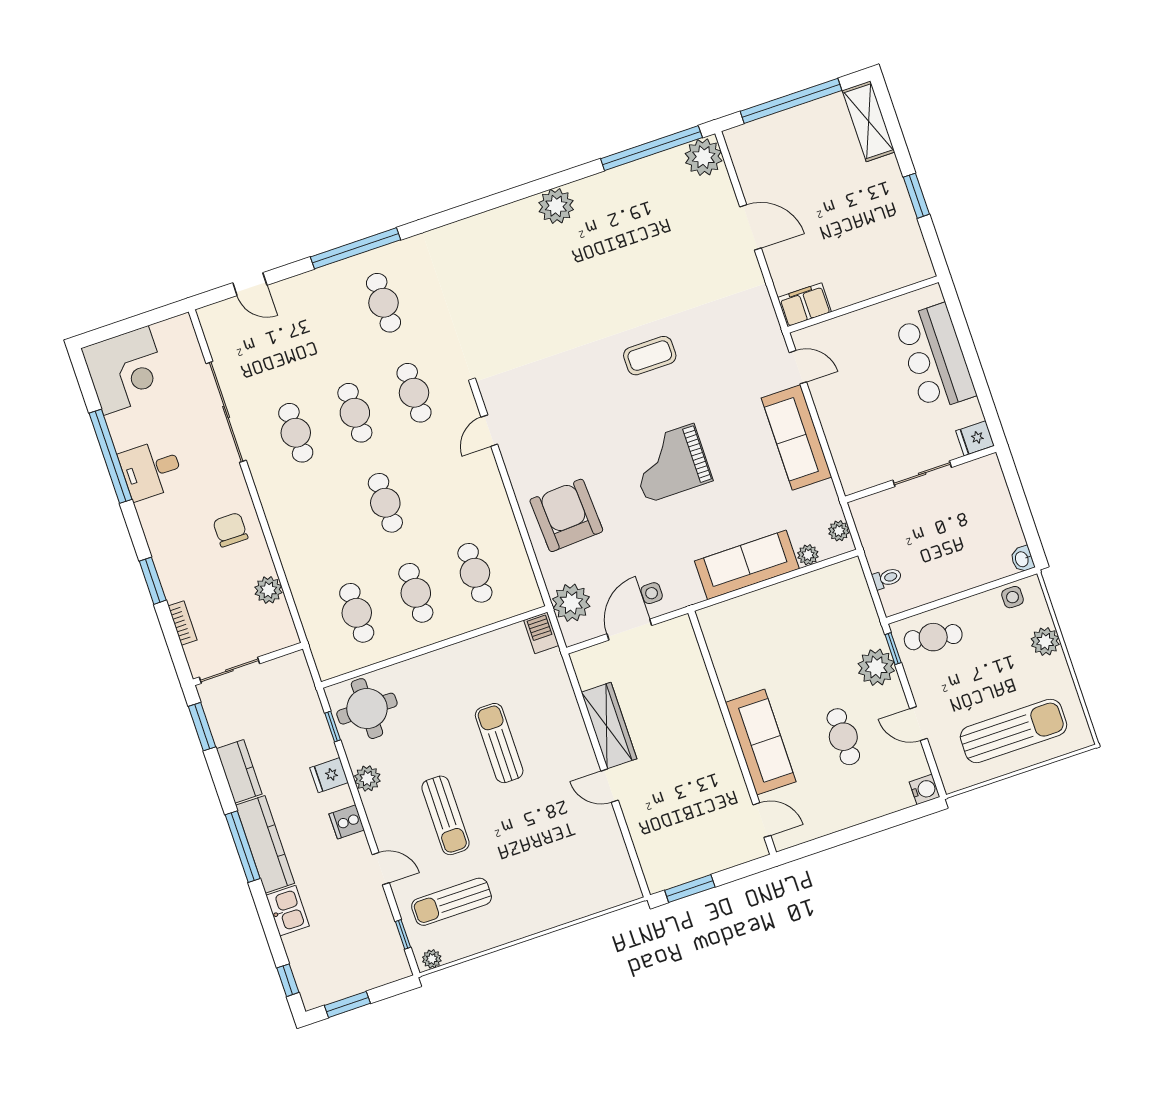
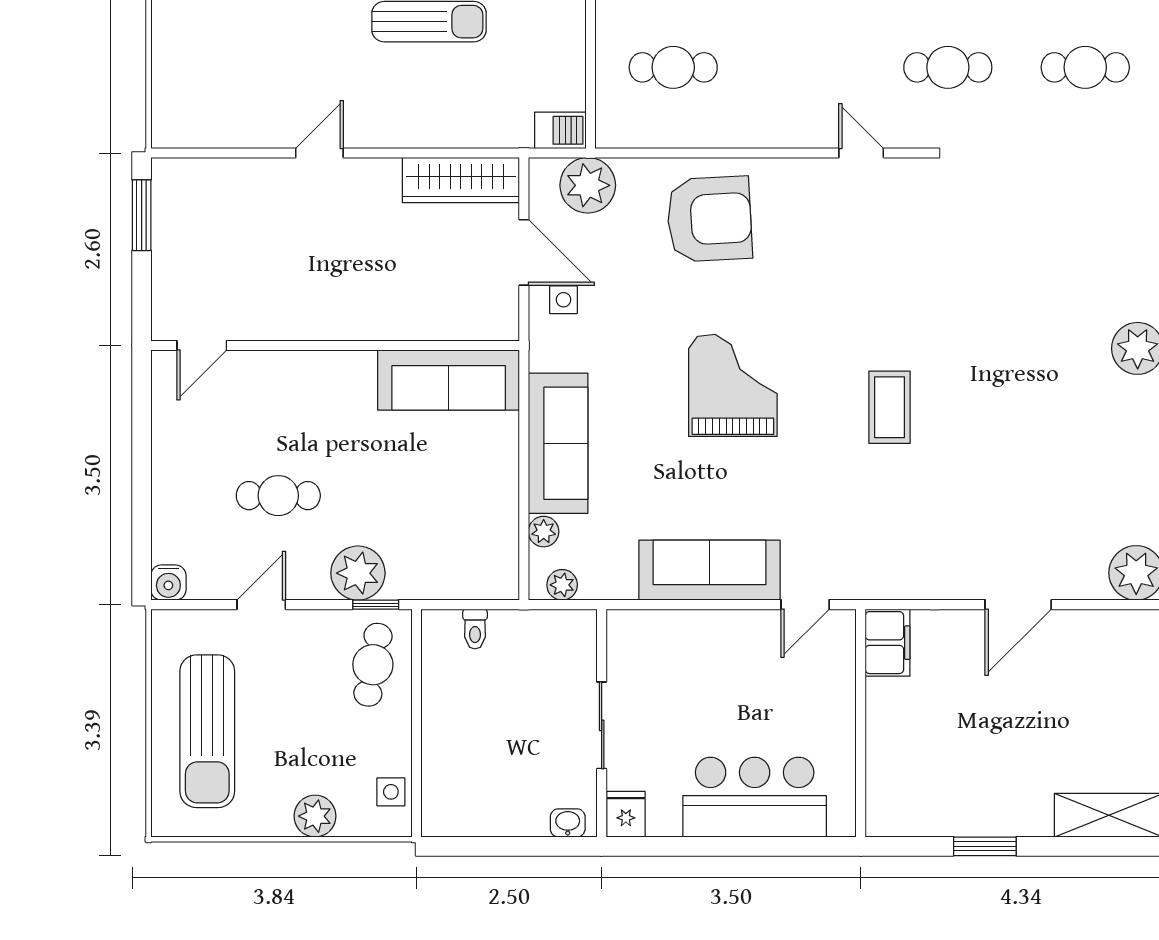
washbasin: (1022, 559) -> (568, 823), moved
wardrobe: (609, 725) -> (461, 180), moved
sofa: (761, 742) -> (449, 380), moved

